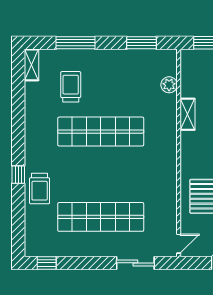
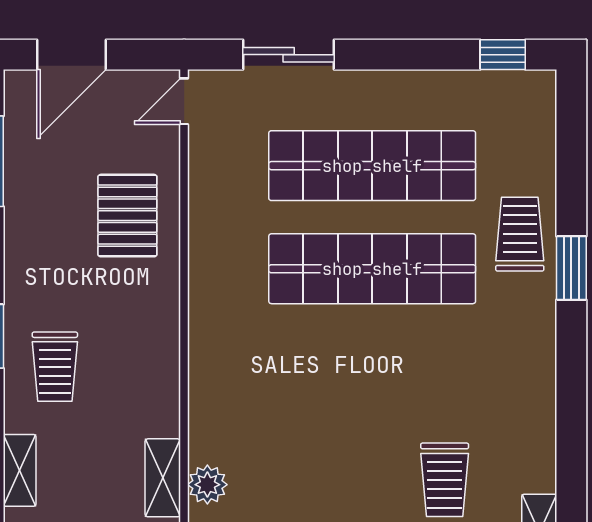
shelving: (188, 114) -> (163, 478), moved
shop shelf: (101, 132) -> (372, 269), moved
window: (18, 175) -> (571, 268), width x1.50

